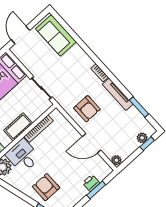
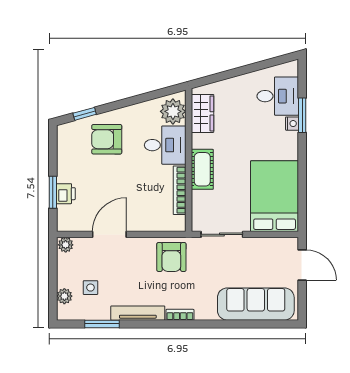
sofa: (56, 35) -> (256, 304), width x1.36
armchair: (87, 109) -> (171, 257), moved, turned -90
side table: (126, 129) -> (90, 288), added
window: (147, 144) -> (53, 296), removed
armchair: (46, 187) -> (107, 139), turned 180

